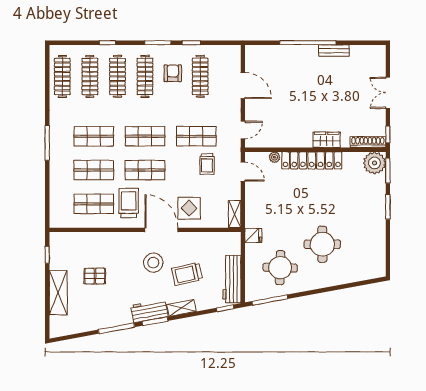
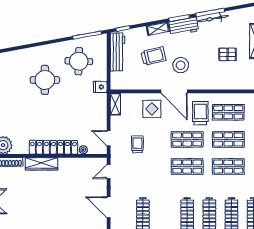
armchair: (173, 73) -> (165, 217), removed
shop shelf: (196, 136) -> (146, 167), removed
wardrobe: (327, 140) -> (41, 164), width x1.50
trolley: (129, 203) -> (200, 113), turned 180
bicycle: (113, 321) -> (213, 19), added

